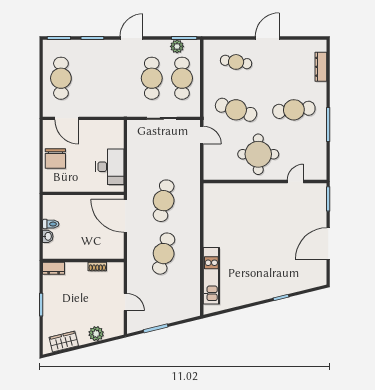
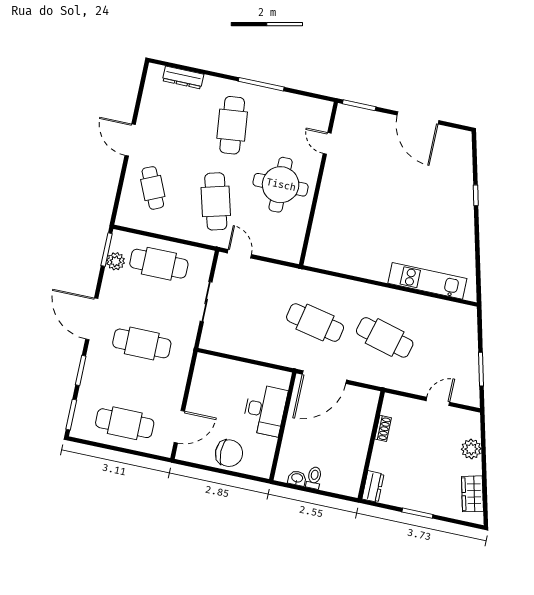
door: (132, 38) -> (92, 319), width x1.36
cafe table: (236, 62) -> (153, 188), turned -33
cafe table: (152, 78) -> (142, 343), moved
cafe table: (236, 110) -> (216, 201), turned -33
door: (202, 135) -> (239, 254), hinge flipped
desk: (110, 167) -> (265, 410), moved, turned 90
washbasin: (48, 236) -> (297, 478), moved

